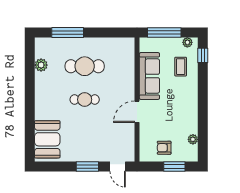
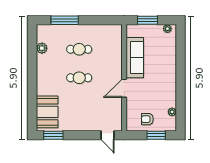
window: (164, 33) -> (147, 20), width x0.69
window: (203, 55) -> (181, 40), removed
cafe table: (85, 66) -> (79, 49), width x0.73, depth x0.74
coffee table: (181, 67) -> (161, 50), removed
window: (87, 167) -> (53, 135), moved

